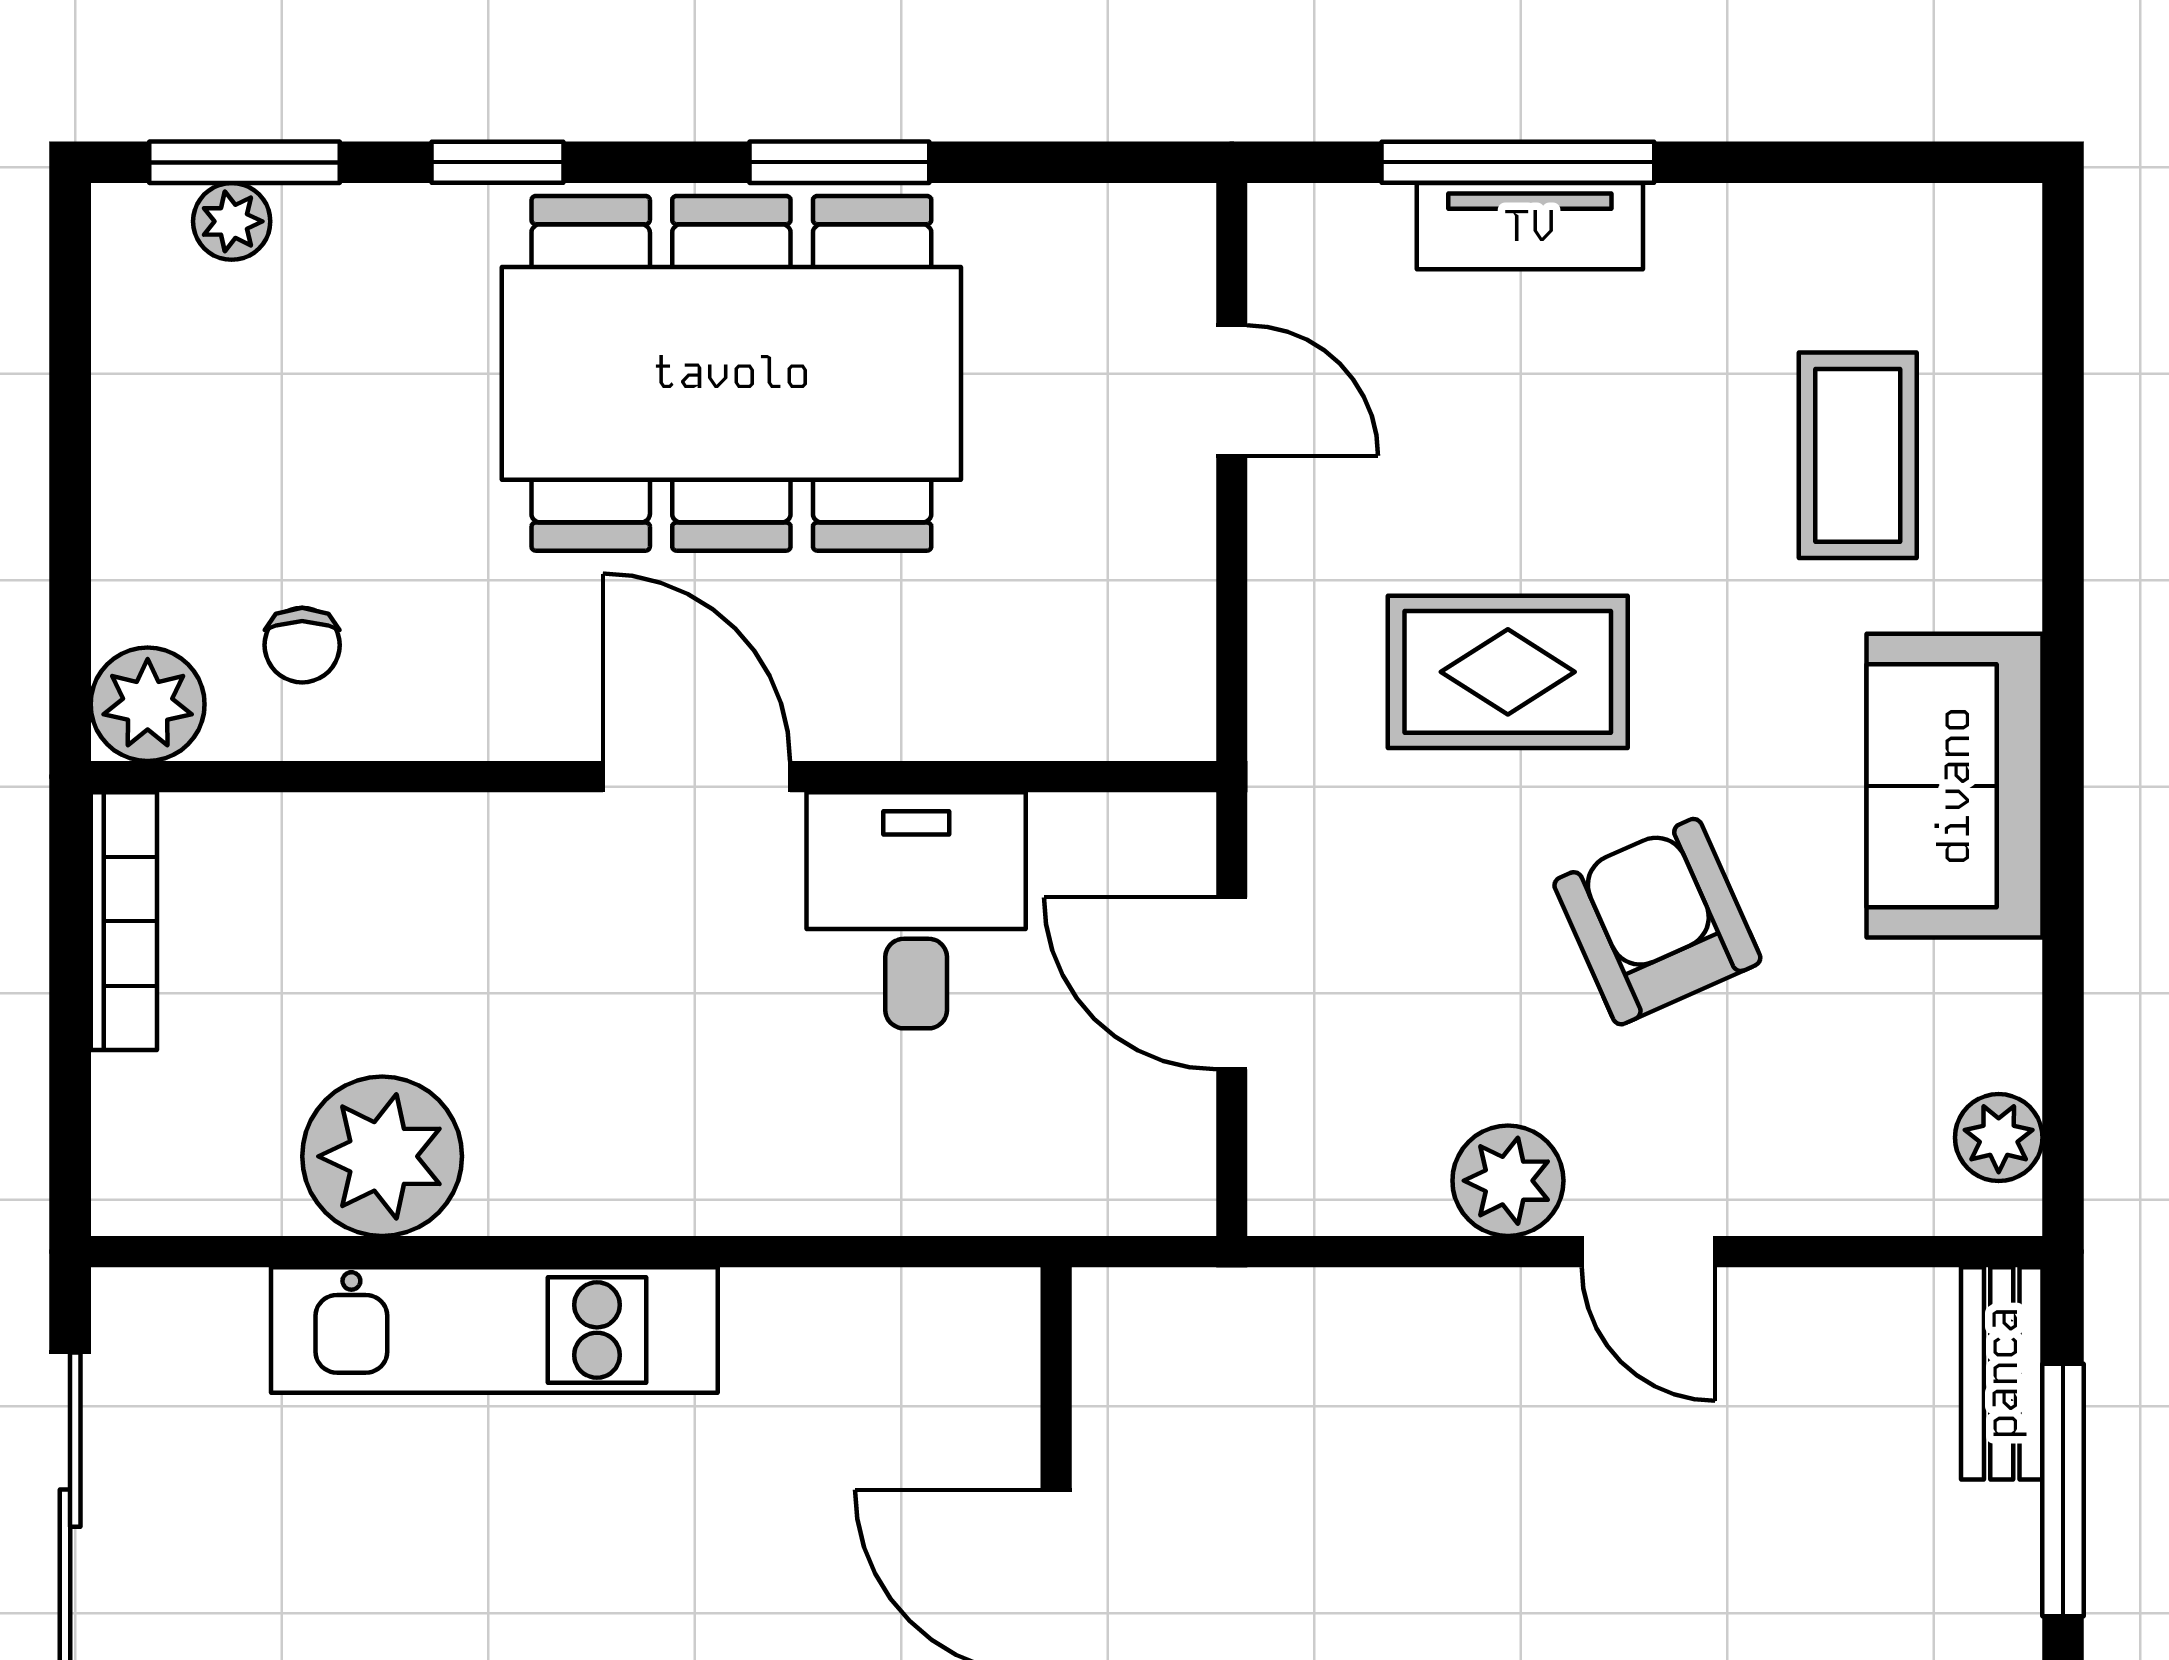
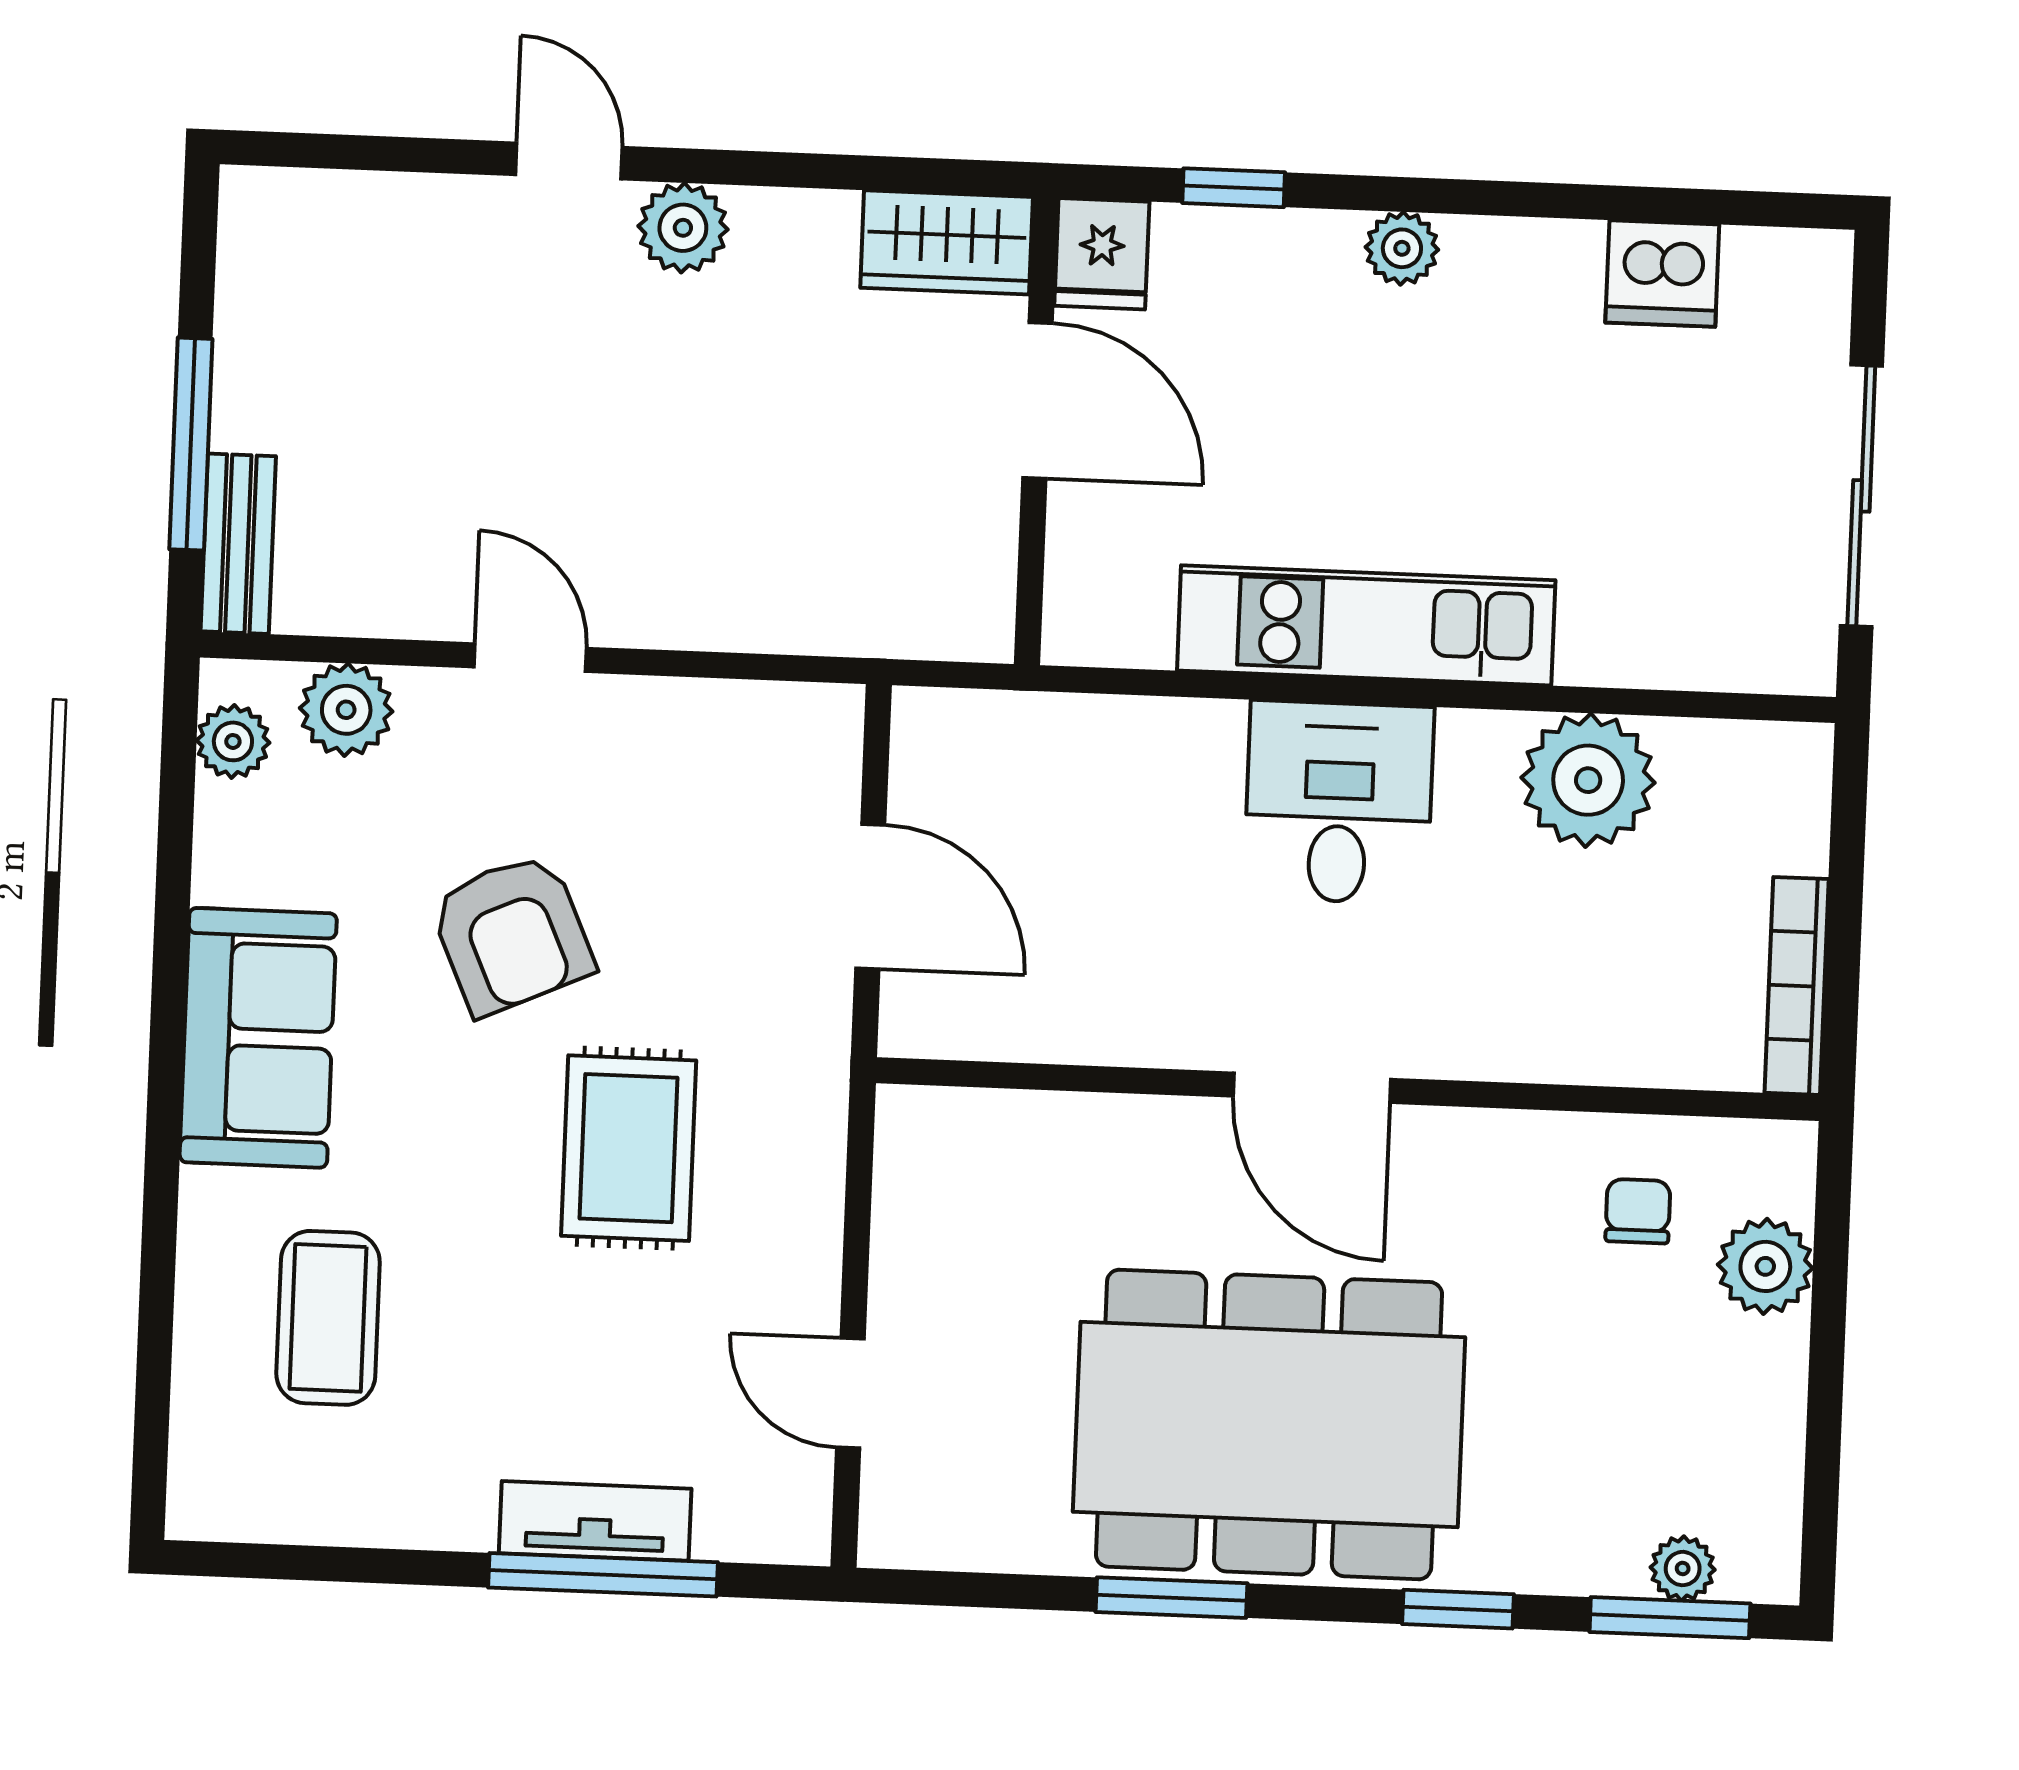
rug: (1508, 672) -> (629, 1148), turned 90
plant: (148, 704) -> (1765, 1266), moved
desk: (916, 910) -> (1339, 802), moved, turned 180
plant: (1508, 1181) -> (346, 710), moved
kitchen unit: (494, 1330) -> (1366, 625), moved

